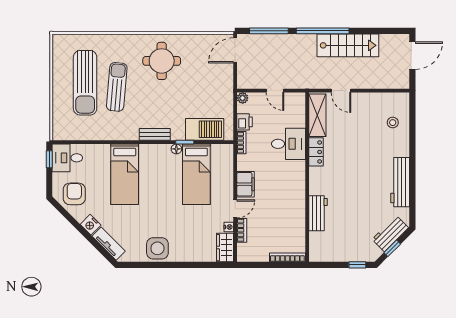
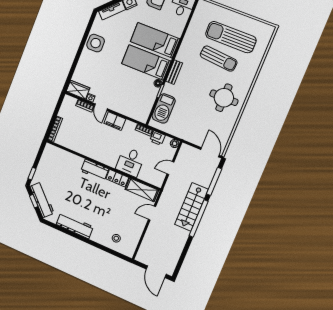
stairs: (348, 45) -> (191, 207), moved
bed: (196, 174) -> (146, 62), moved
workbench: (318, 213) -> (95, 170), moved
workbench: (390, 234) -> (42, 200), width x1.37

